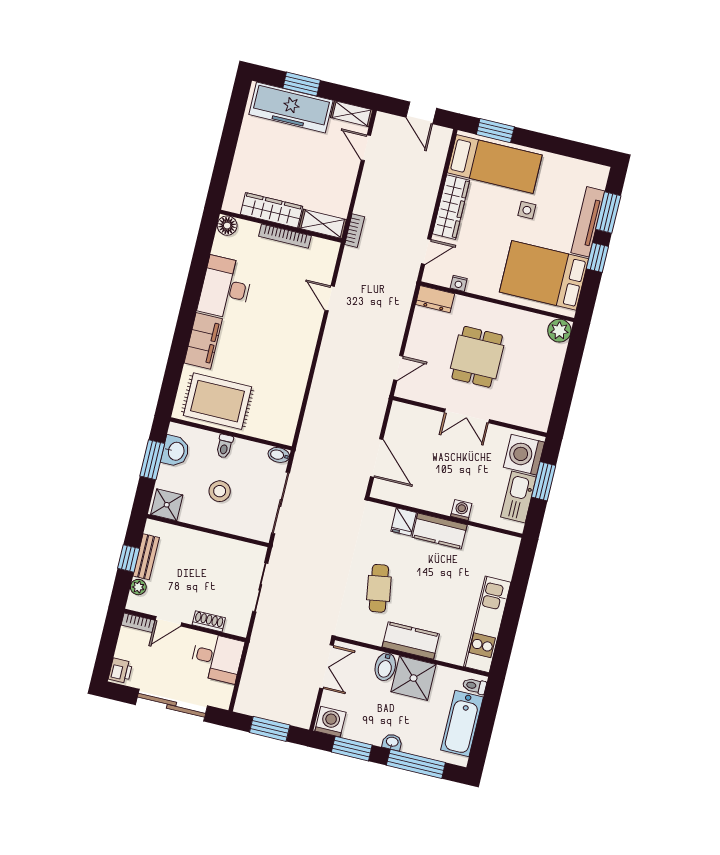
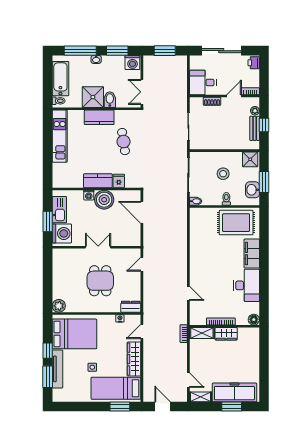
wardrobe: (272, 210) -> (226, 334), width x0.67
boiler: (437, 496) -> (104, 200), added

